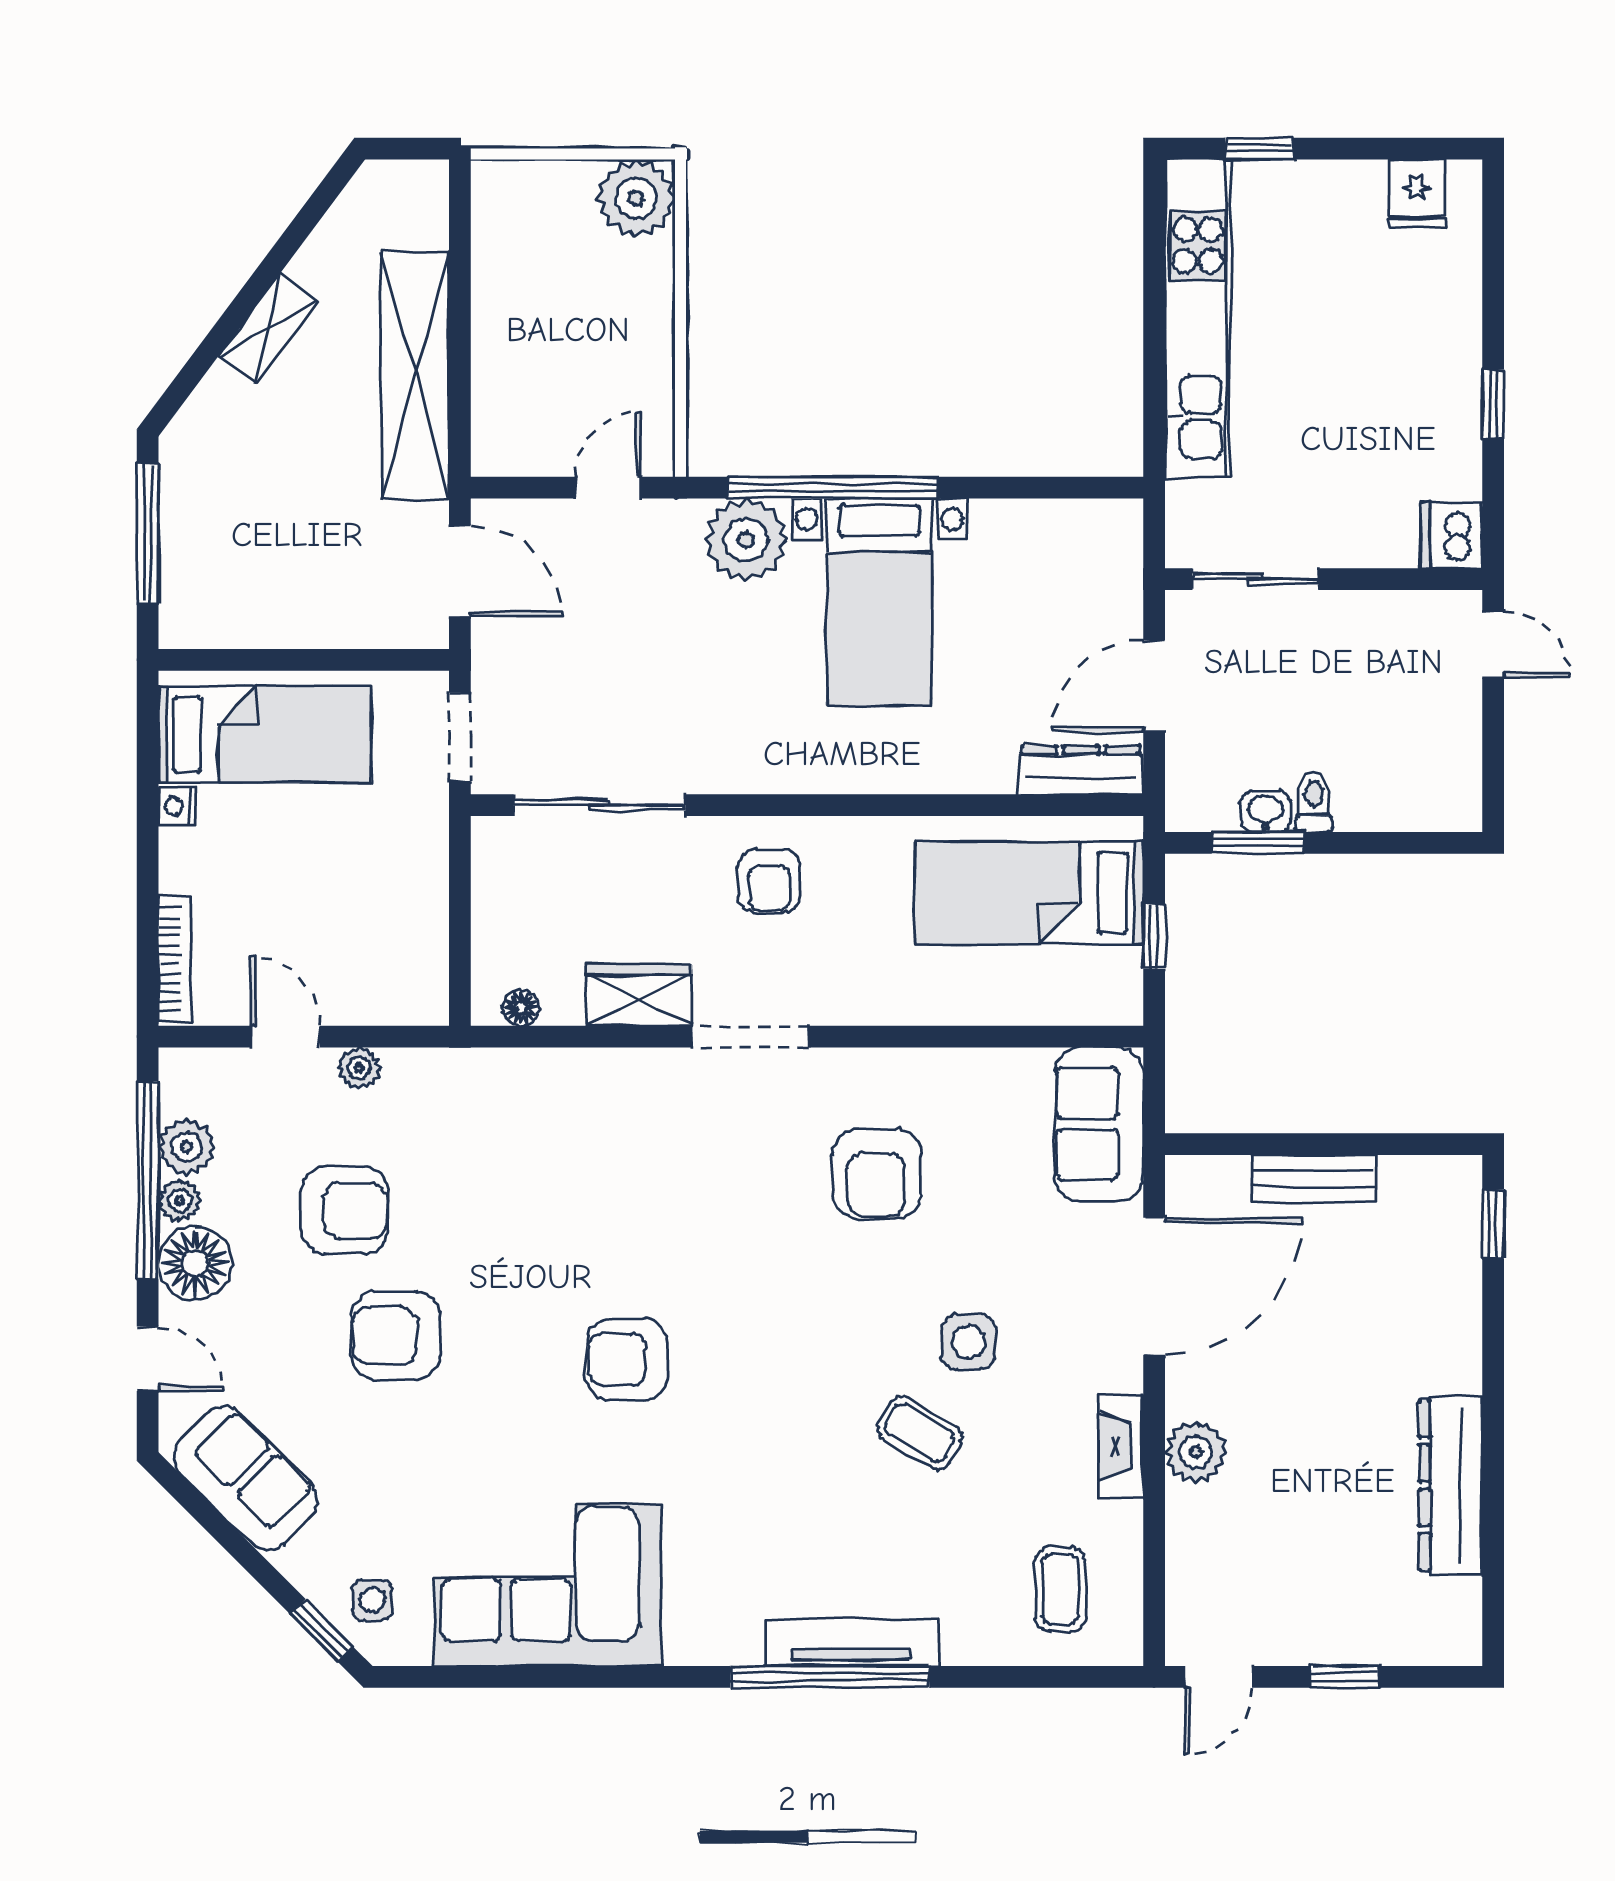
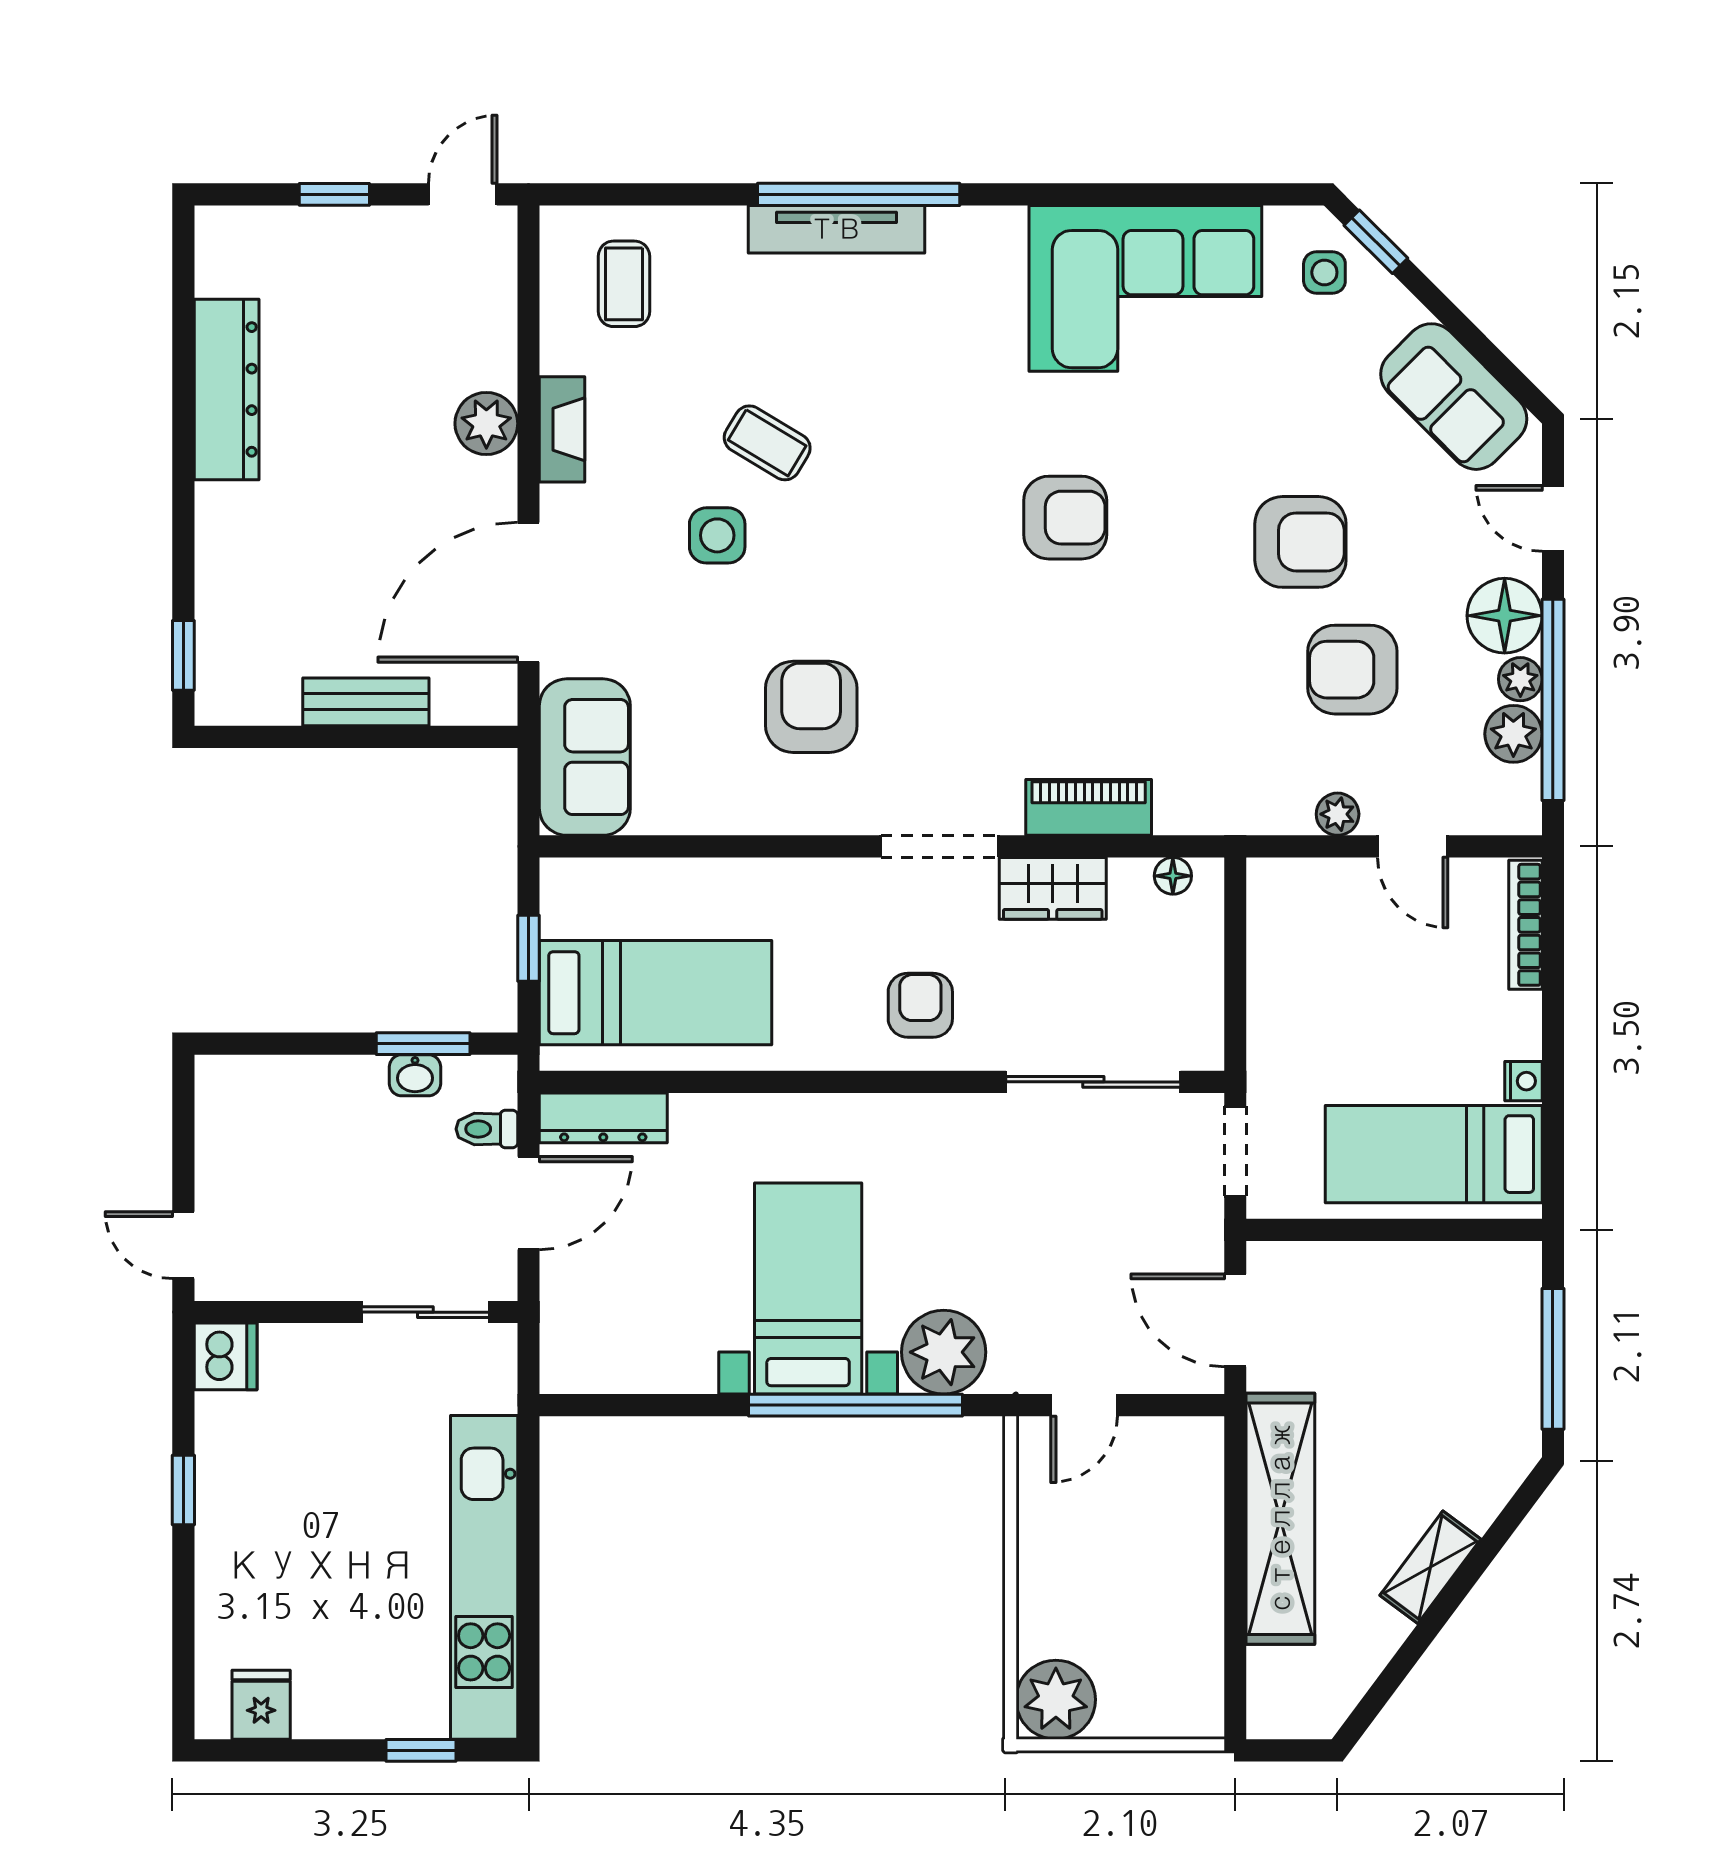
toilet: (1314, 802) -> (487, 1129), moved, turned 90
piano: (604, 1075) -> (1089, 807), added

